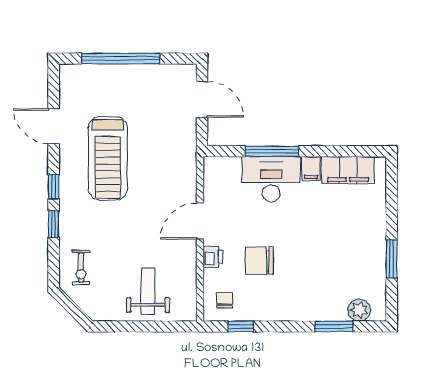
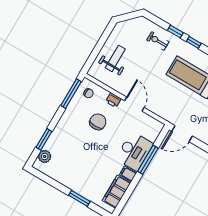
door: (202, 99) -> (182, 134), moved
window: (392, 259) -> (79, 198), moved
exercise bike: (81, 268) -> (158, 41), moved
weight bench: (148, 291) -> (115, 58), turned -90
window: (241, 326) -> (71, 94), width x2.17

